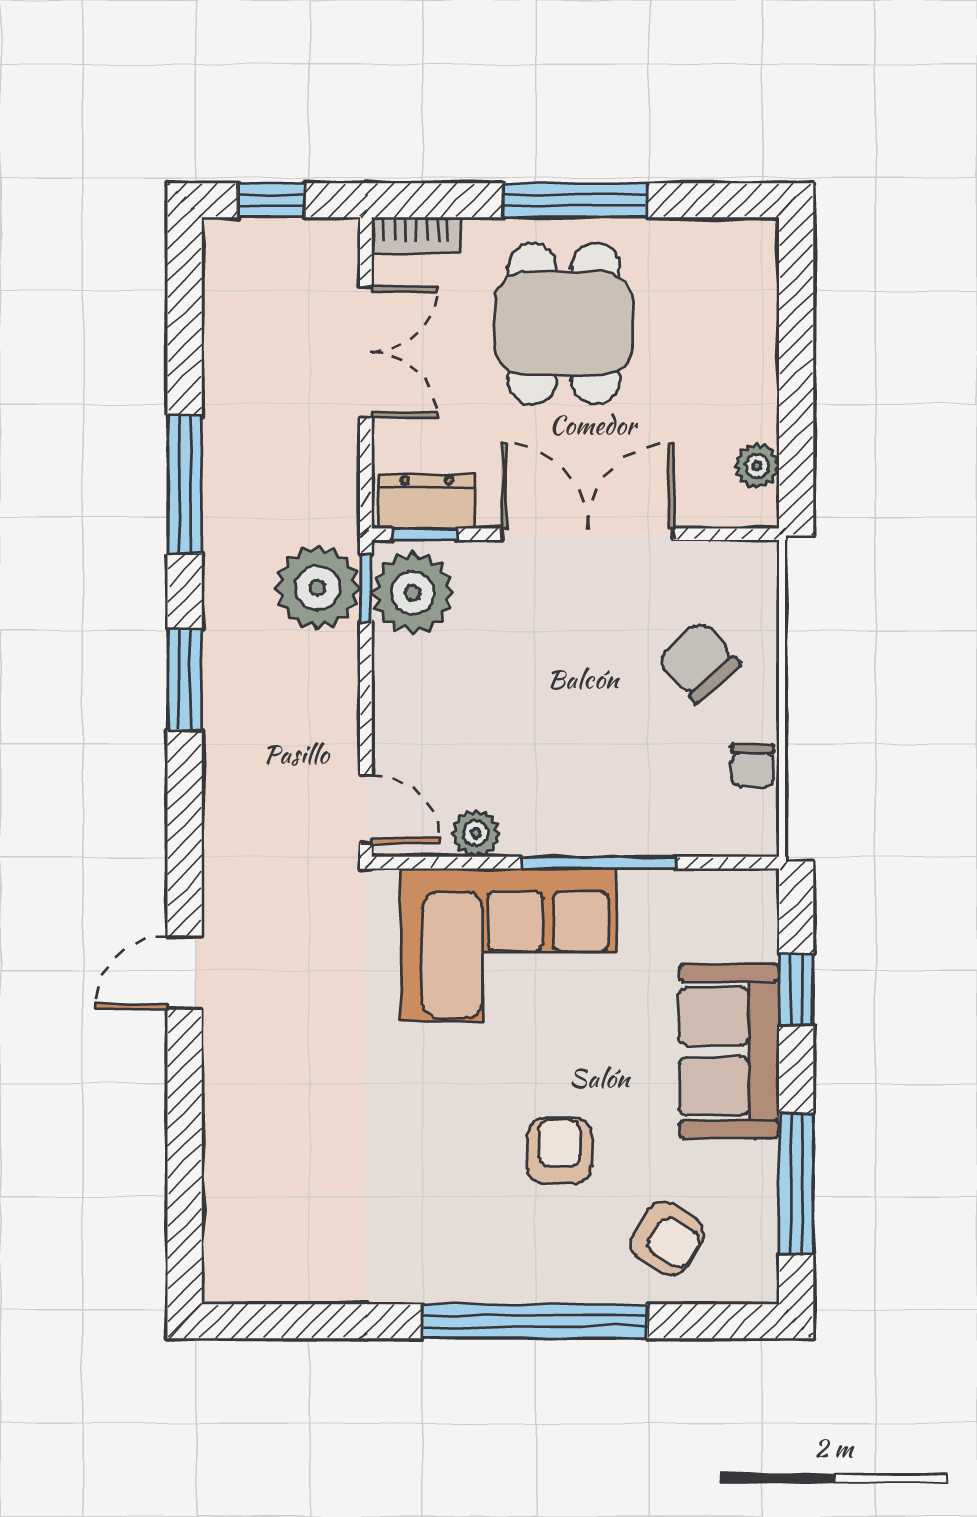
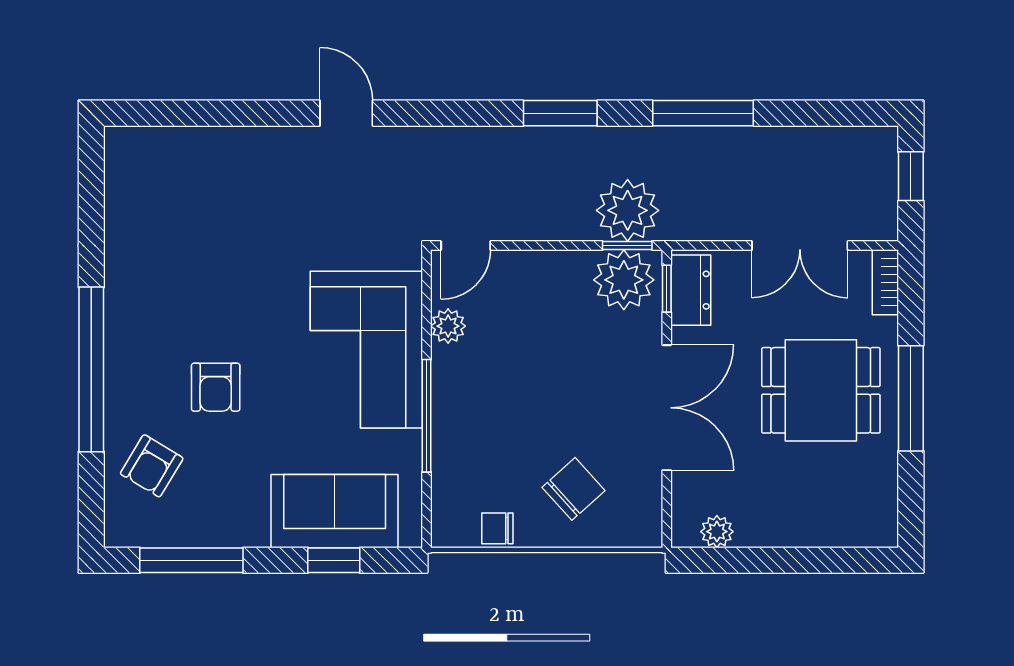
sofa: (729, 1051) -> (335, 511), moved
armchair: (560, 1151) -> (216, 387), turned 90

